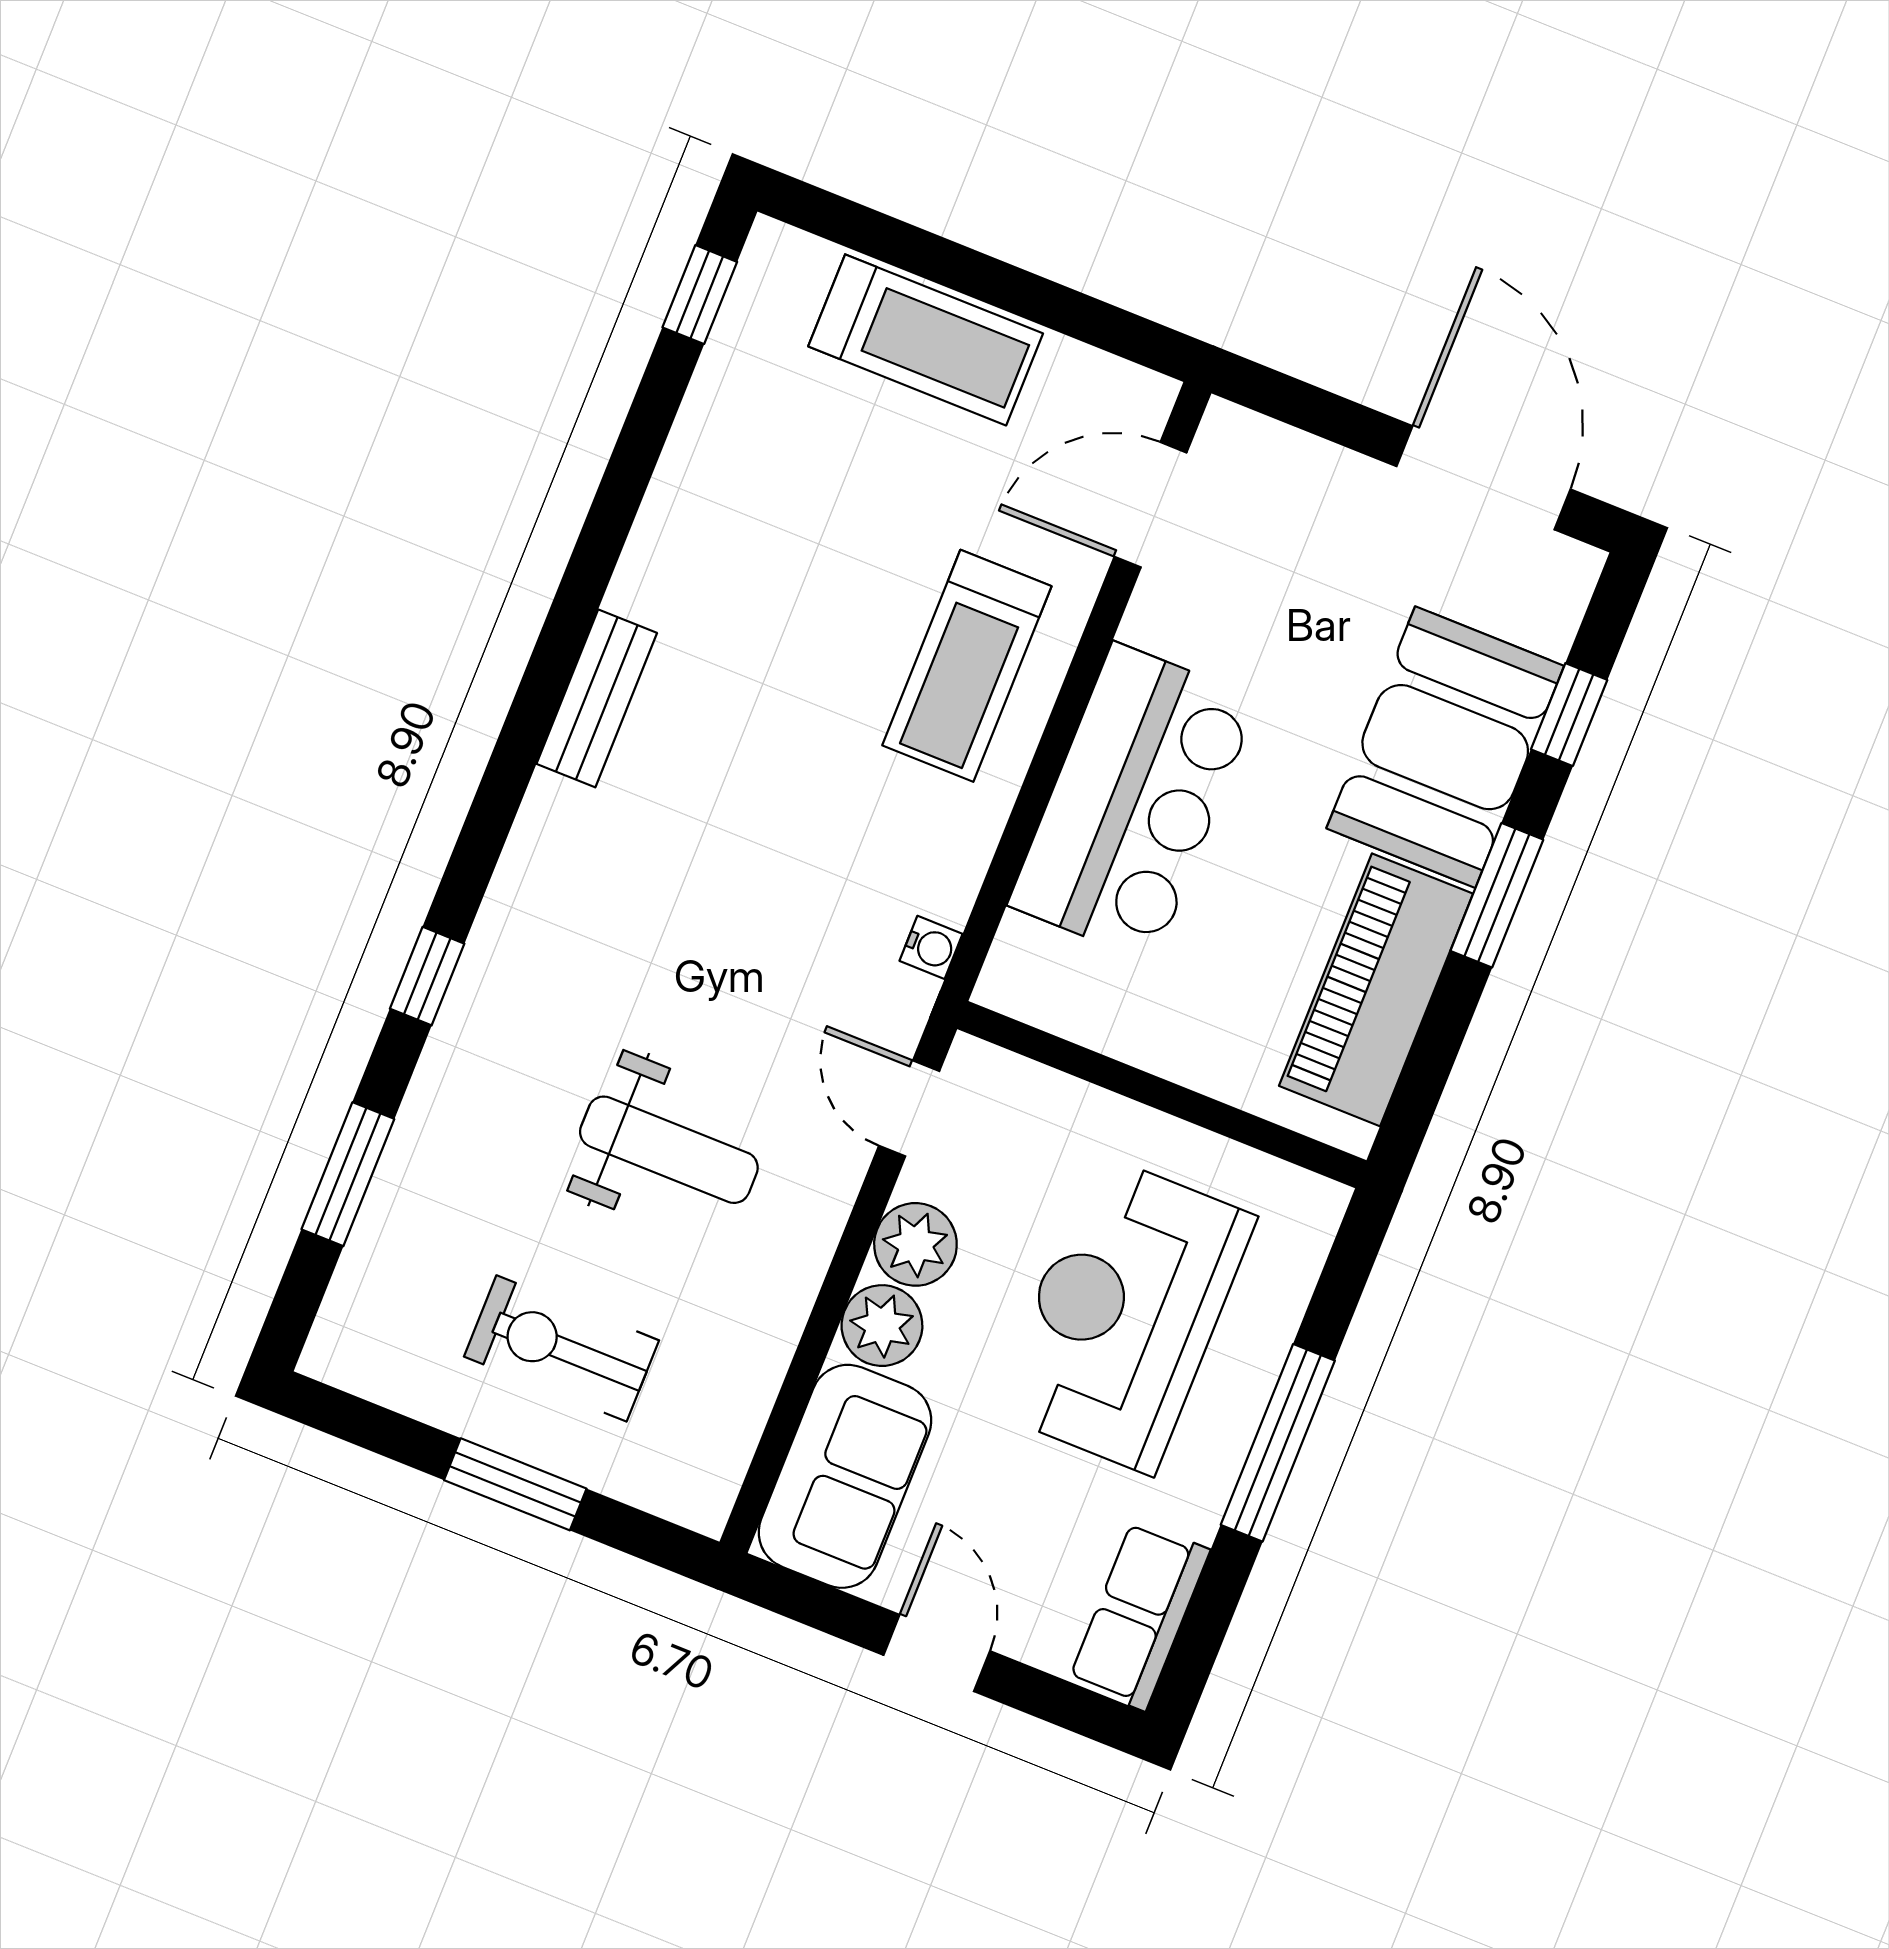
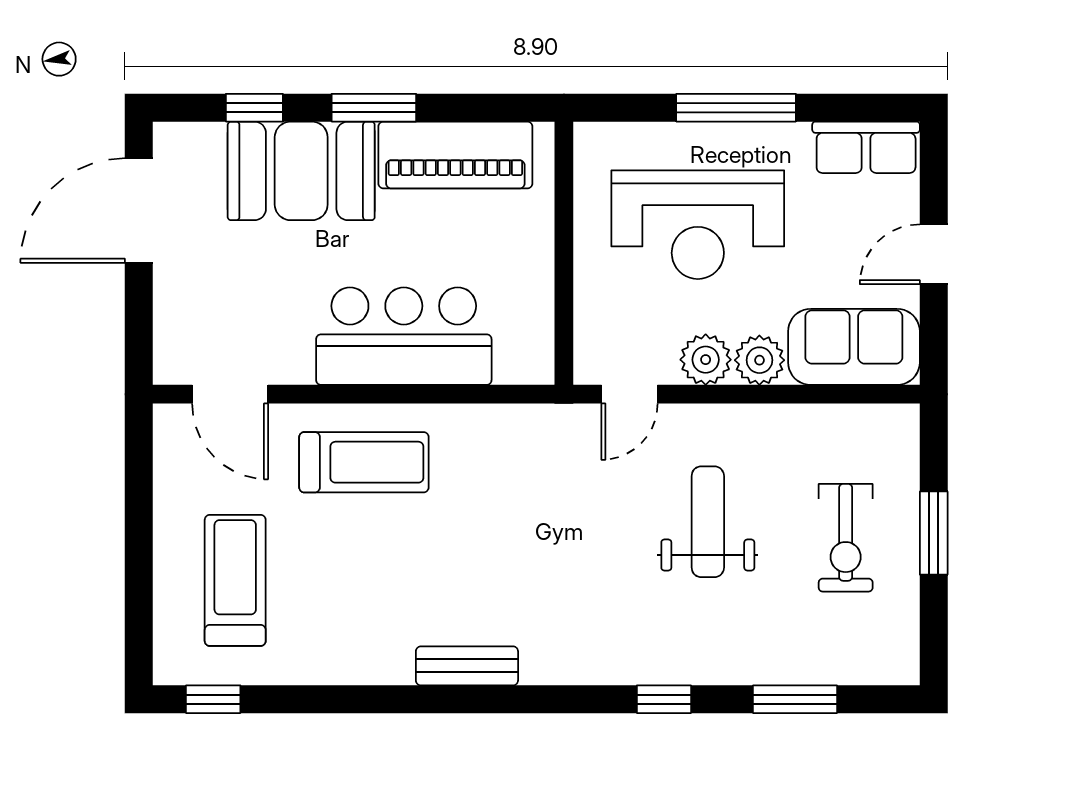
treadmill: (926, 340) -> (235, 580), moved
water cooler: (931, 947) -> (533, 418), removed

